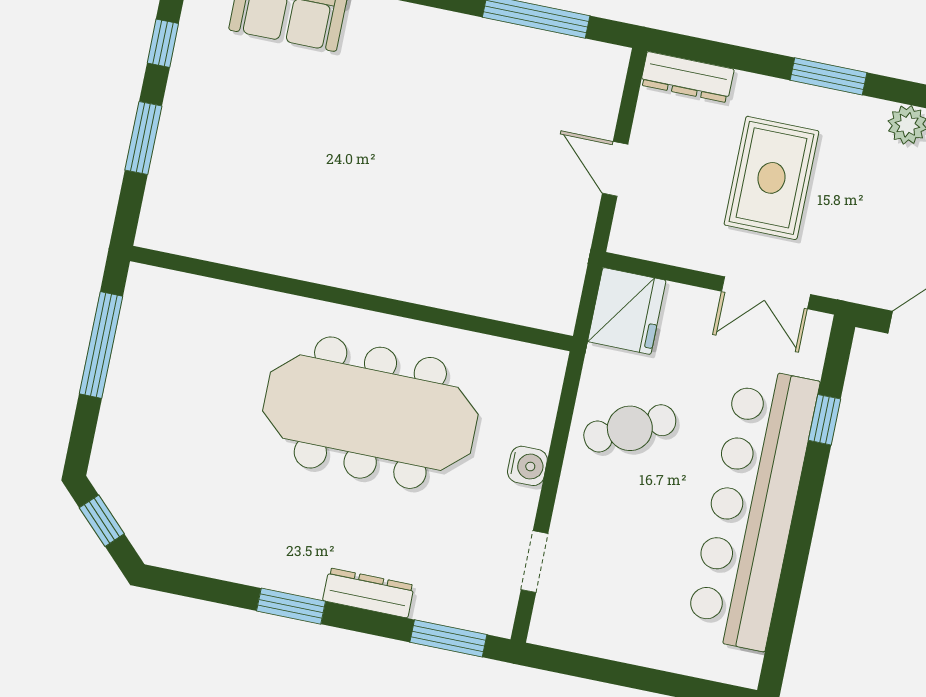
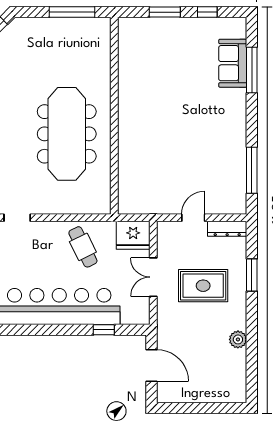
window: (828, 76) -> (252, 275), moved
dresser: (687, 77) -> (227, 229), moved, turned -90
double door: (766, 293) -> (153, 277), moved
water cooler: (527, 466) -> (58, 206), removed

